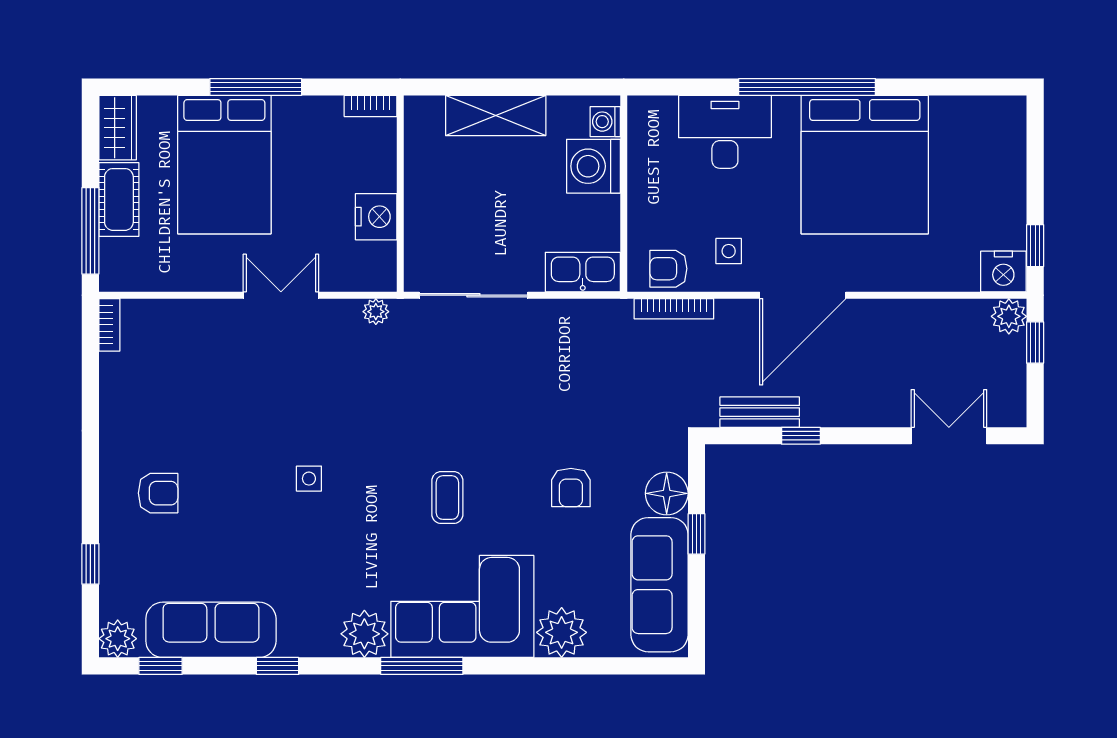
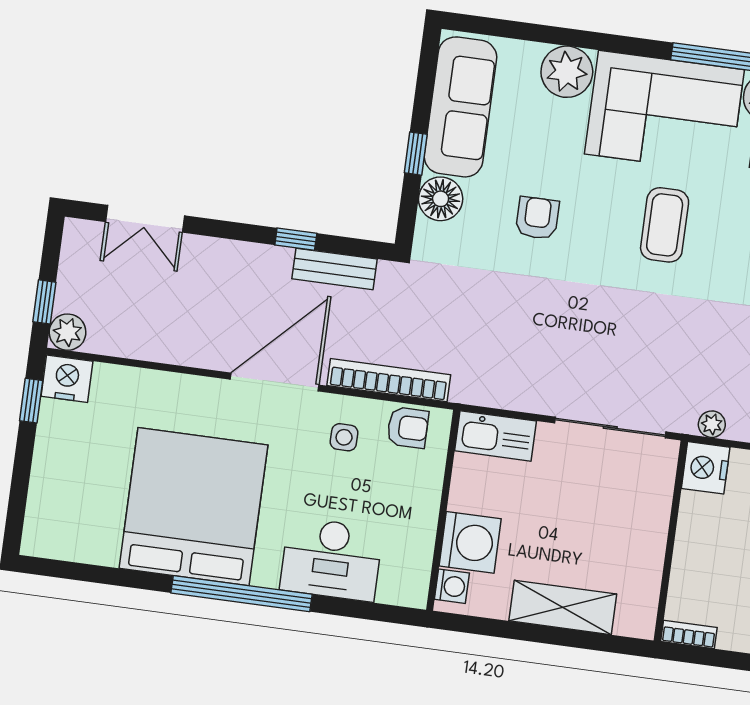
nightstand: (376, 217) -> (706, 468), moved
bookcase: (674, 309) -> (389, 380), width x1.48, depth x1.31
coffee table: (447, 498) -> (665, 225), width x1.36, depth x1.30

